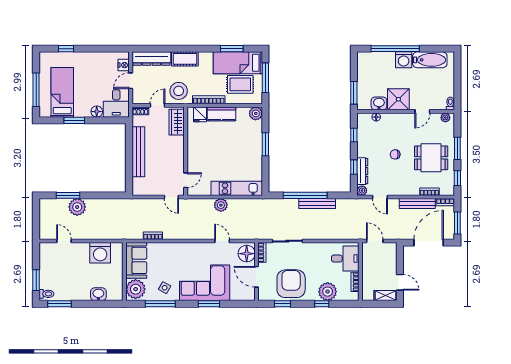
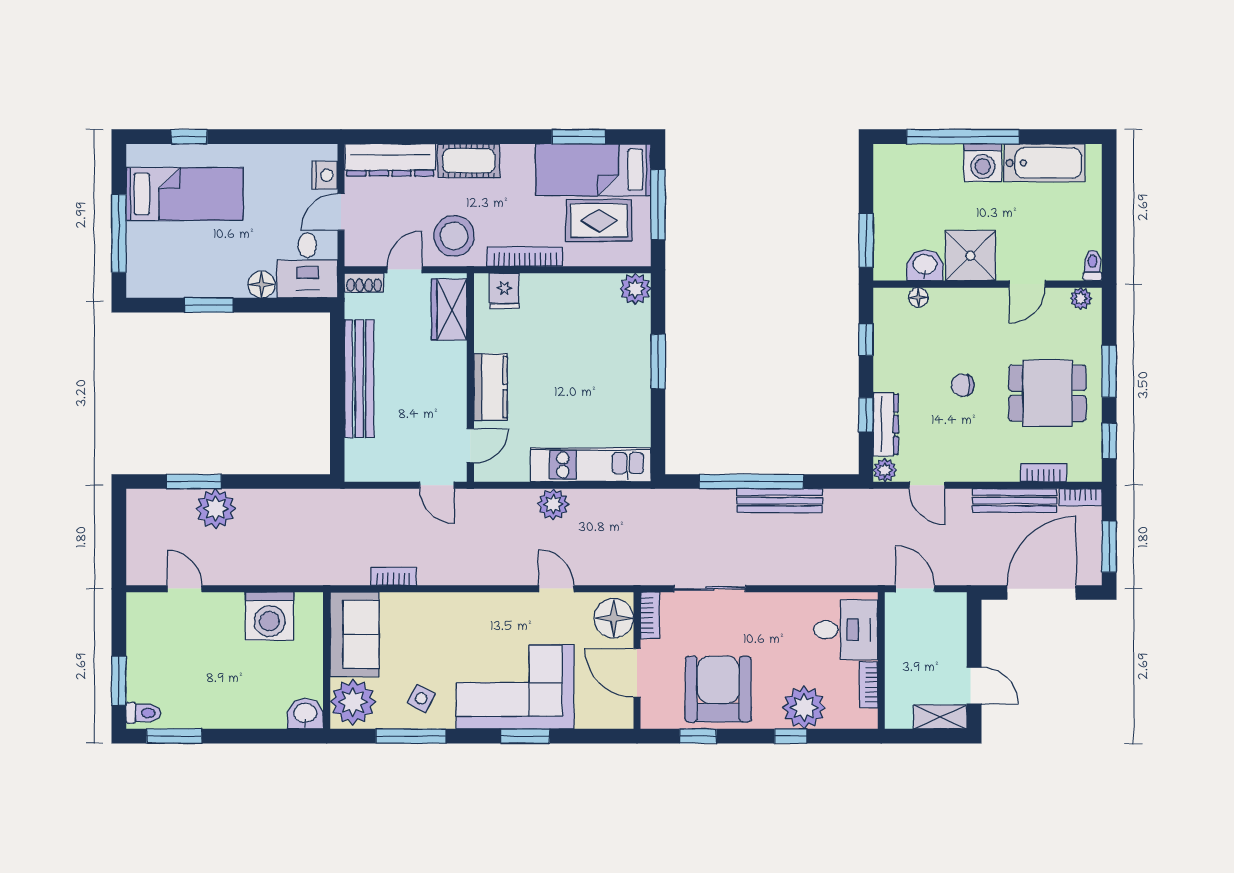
bed: (62, 92) -> (185, 194), moved, turned 90
kitchen counter: (222, 114) -> (490, 387), moved, turned -90
washbasin: (98, 294) -> (305, 714), moved

